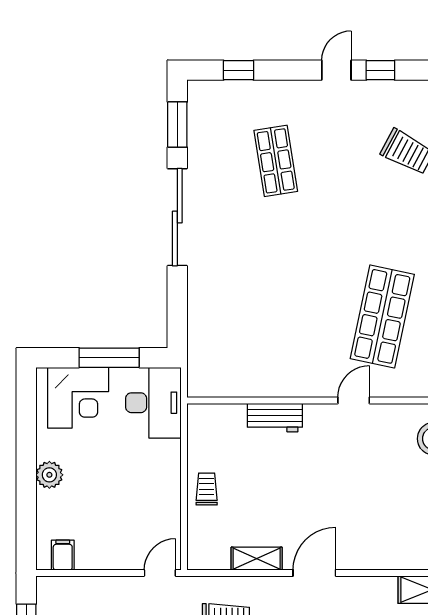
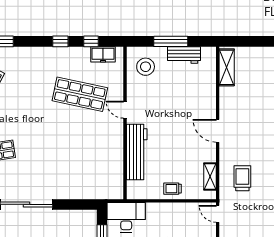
workbench: (275, 418) -> (137, 152), width x1.88, depth x1.32
shelving: (257, 559) -> (210, 177), moved

